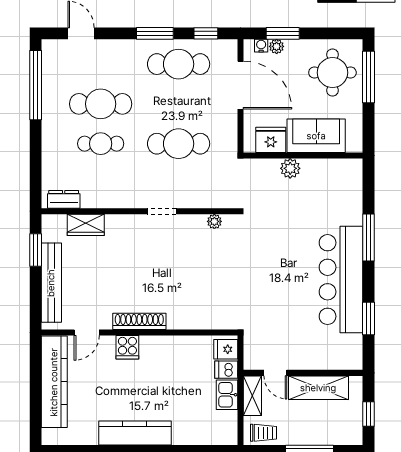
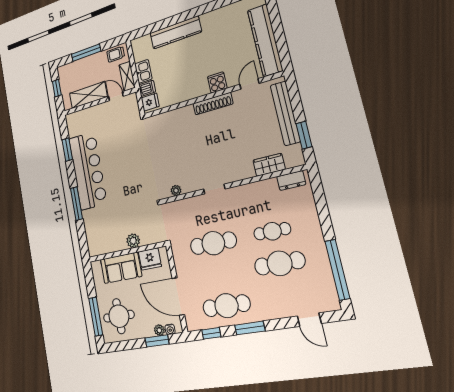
kitchen counter: (135, 433) -> (176, 32), moved

